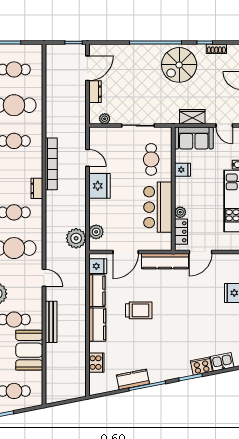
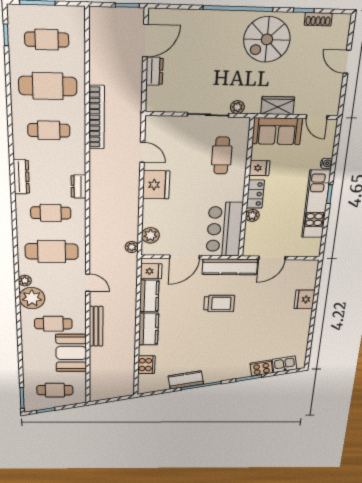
plant: (105, 119) -> (237, 107), moved
bookcase: (51, 164) -> (97, 117), moved
bar counter: (158, 207) -> (224, 229), moved
locker: (181, 232) -> (255, 194), moved
plant: (76, 238) -> (132, 247), width x0.53, depth x0.53
trolley: (139, 310) -> (219, 303), moved

